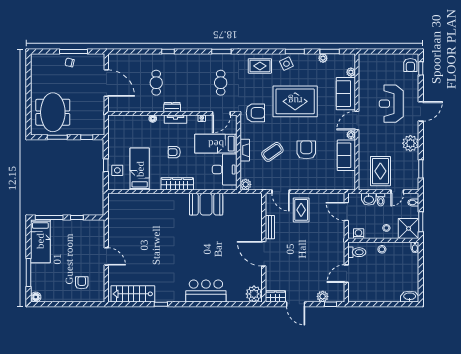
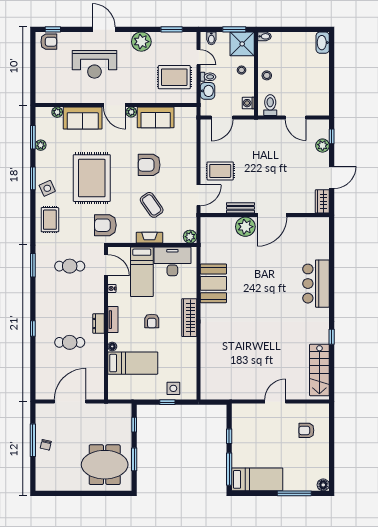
armchair: (255, 113) -> (105, 225), turned -90
bed: (140, 169) -> (133, 363), moved, turned 180
plant: (254, 294) -> (245, 227), moved

